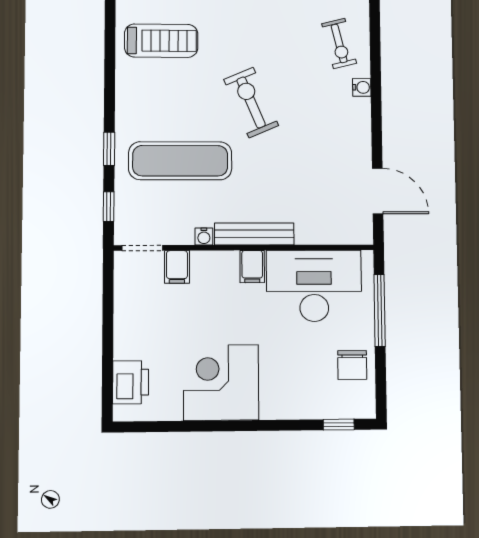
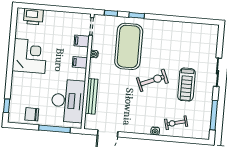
treadmill: (161, 41) -> (186, 85), moved
exercise mat: (180, 161) -> (129, 46), width x1.47
bench: (254, 234) -> (92, 96), moved
filing cabinet: (252, 267) -> (80, 62), moved

